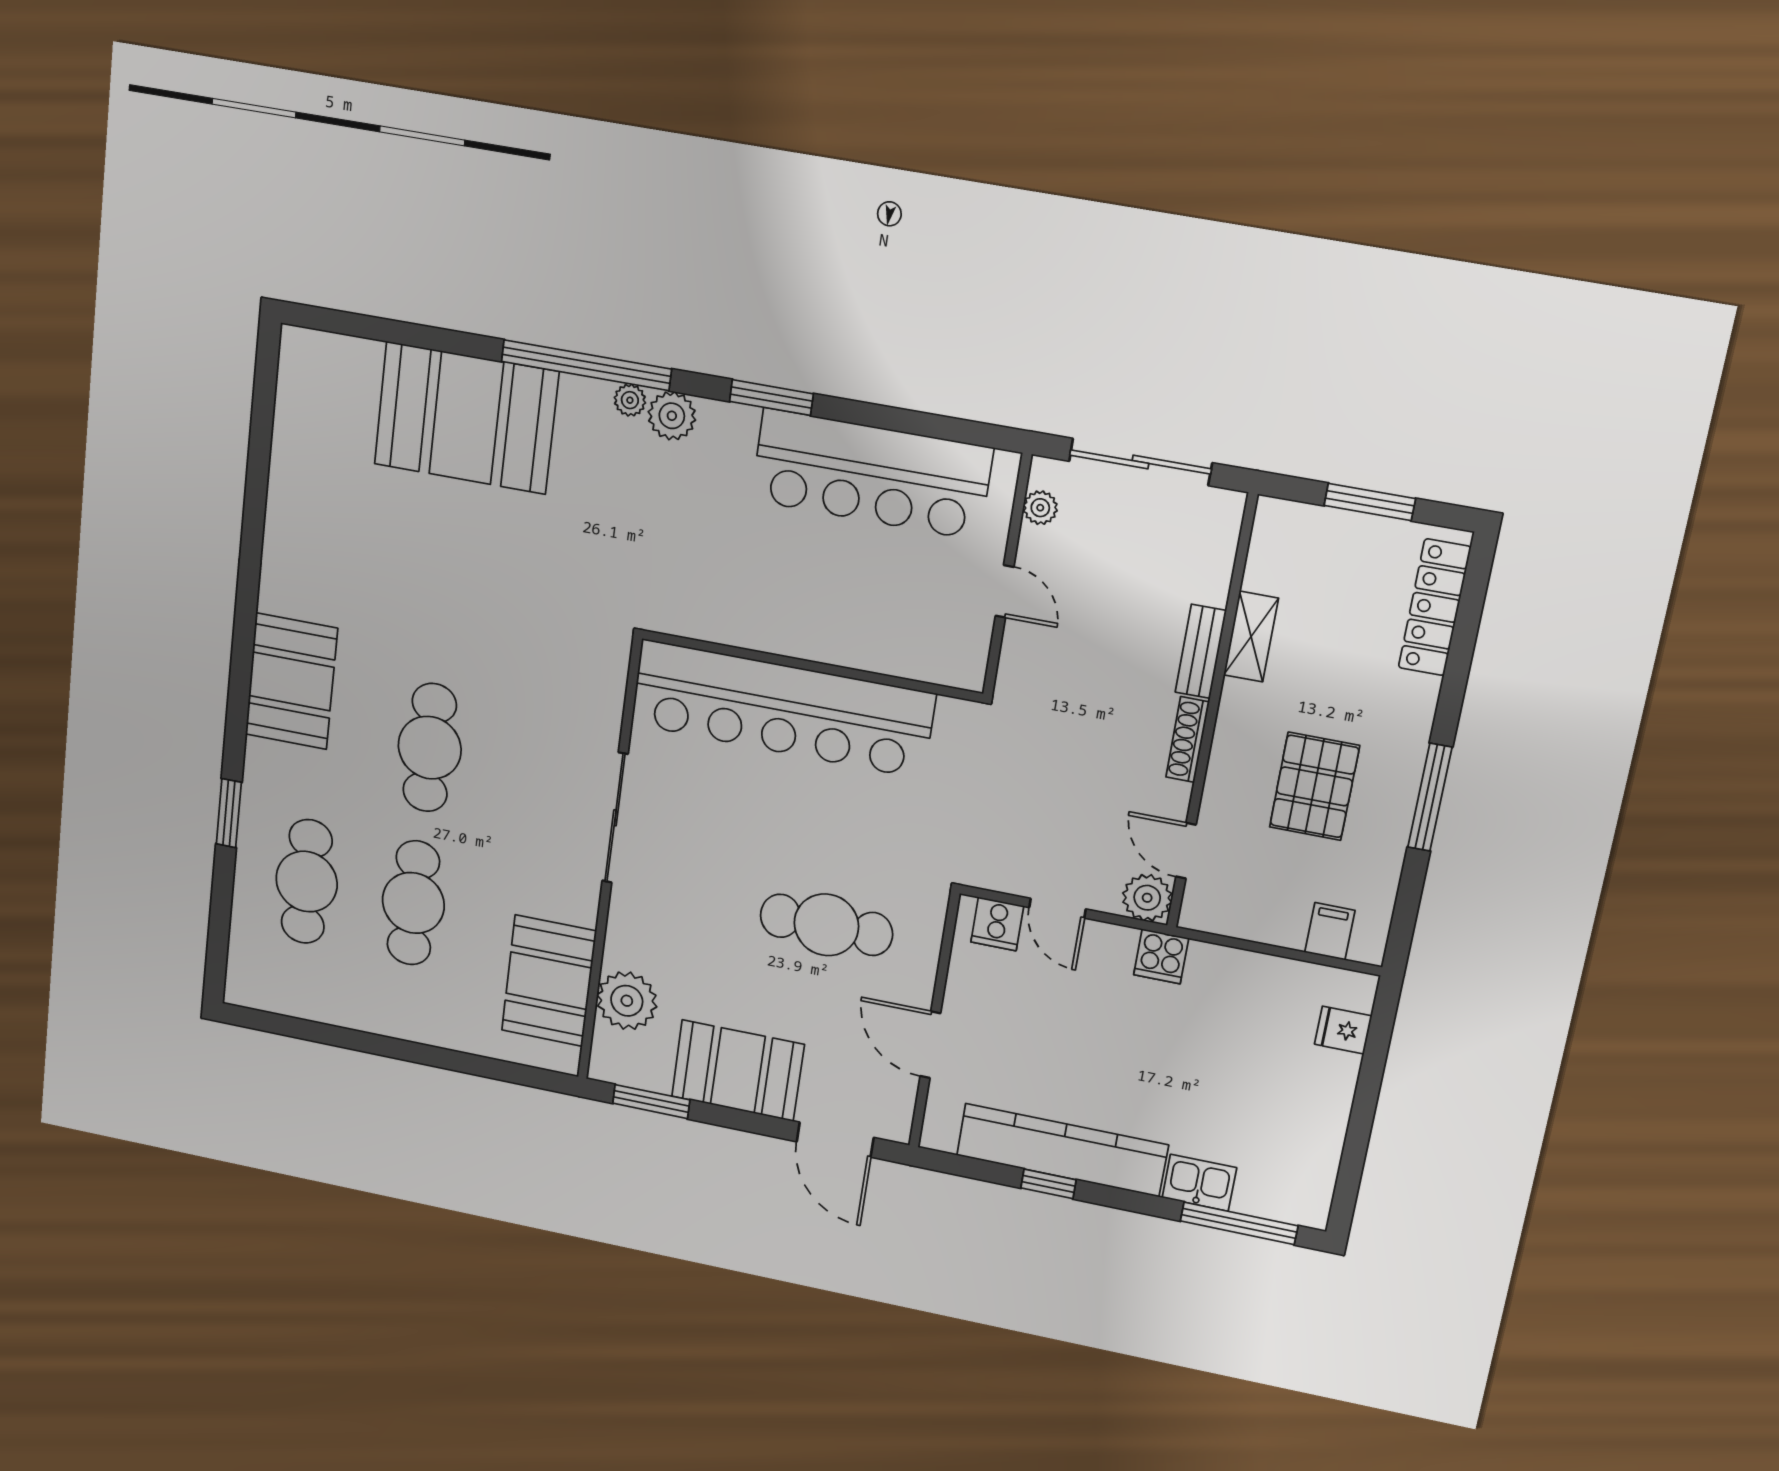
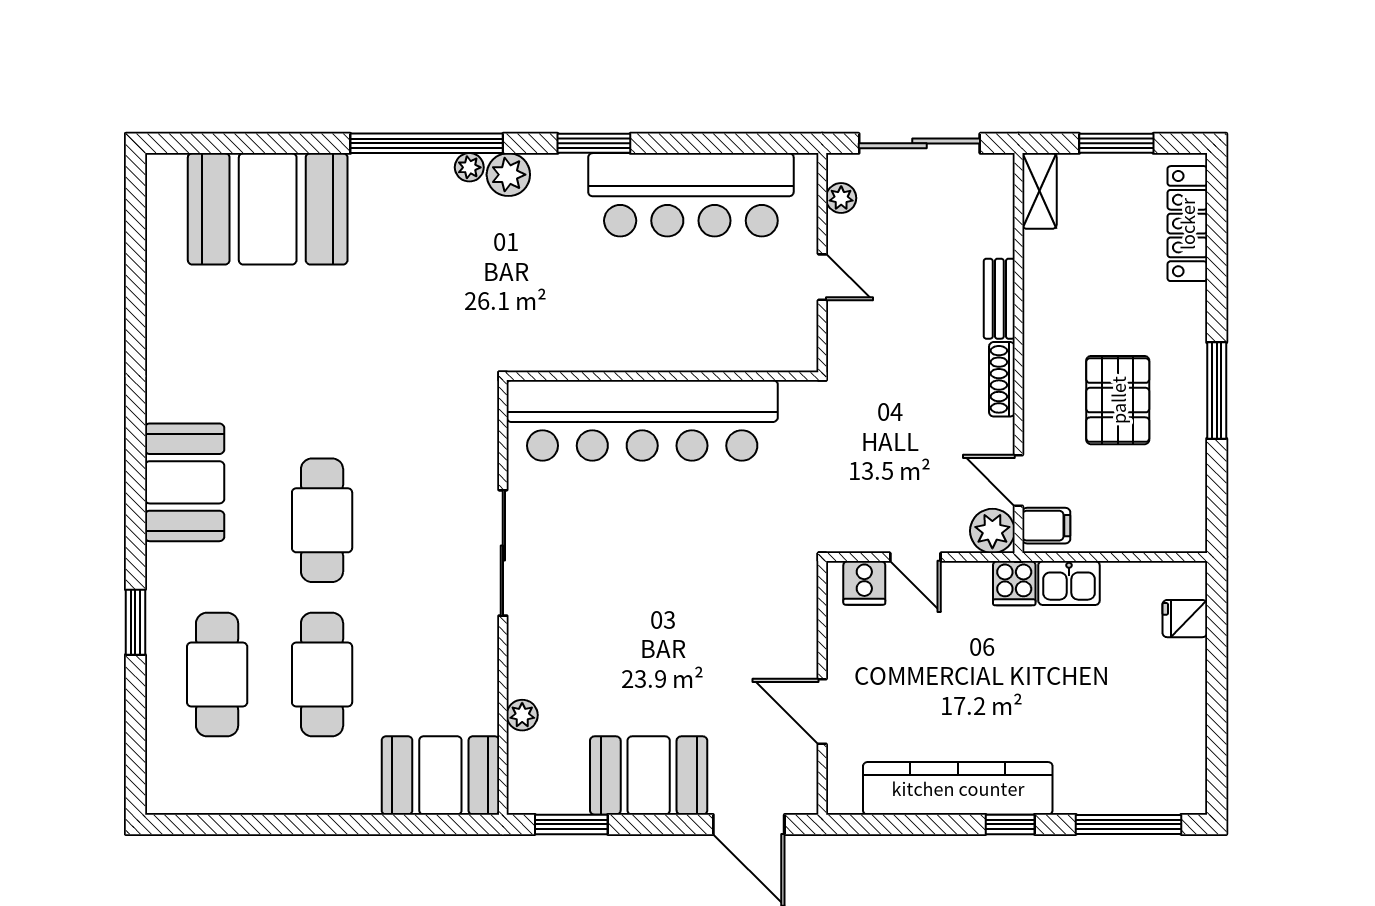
booth: (466, 418) -> (268, 209), moved
shelving: (1251, 637) -> (1039, 191), moved
cafe table: (826, 925) -> (711, 616), removed
filing cabinet: (1330, 931) -> (1046, 526), moved, turned 90
booth: (549, 981) -> (440, 775), moved, turned 90
plant: (627, 1001) -> (522, 715), width x0.53, depth x0.53
kitchen sink: (1199, 1183) -> (1069, 583), moved, turned 180
window: (1048, 1184) -> (1010, 824), moved

